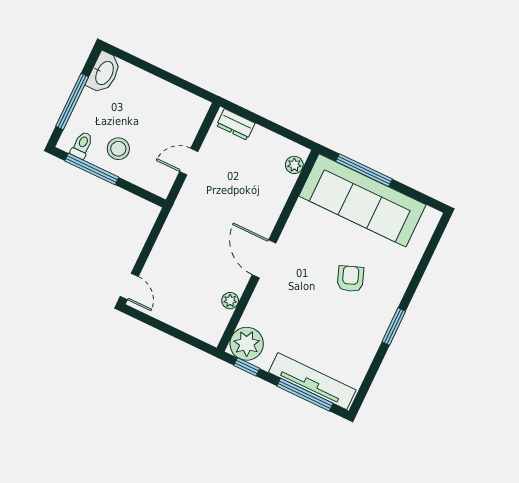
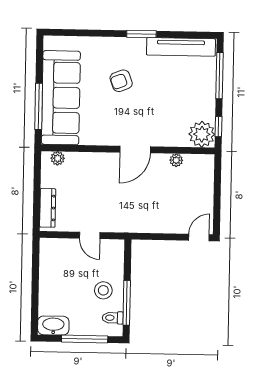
dresser: (236, 124) -> (48, 208), width x1.44
tv unit: (312, 381) -> (181, 47), moved, turned -90

